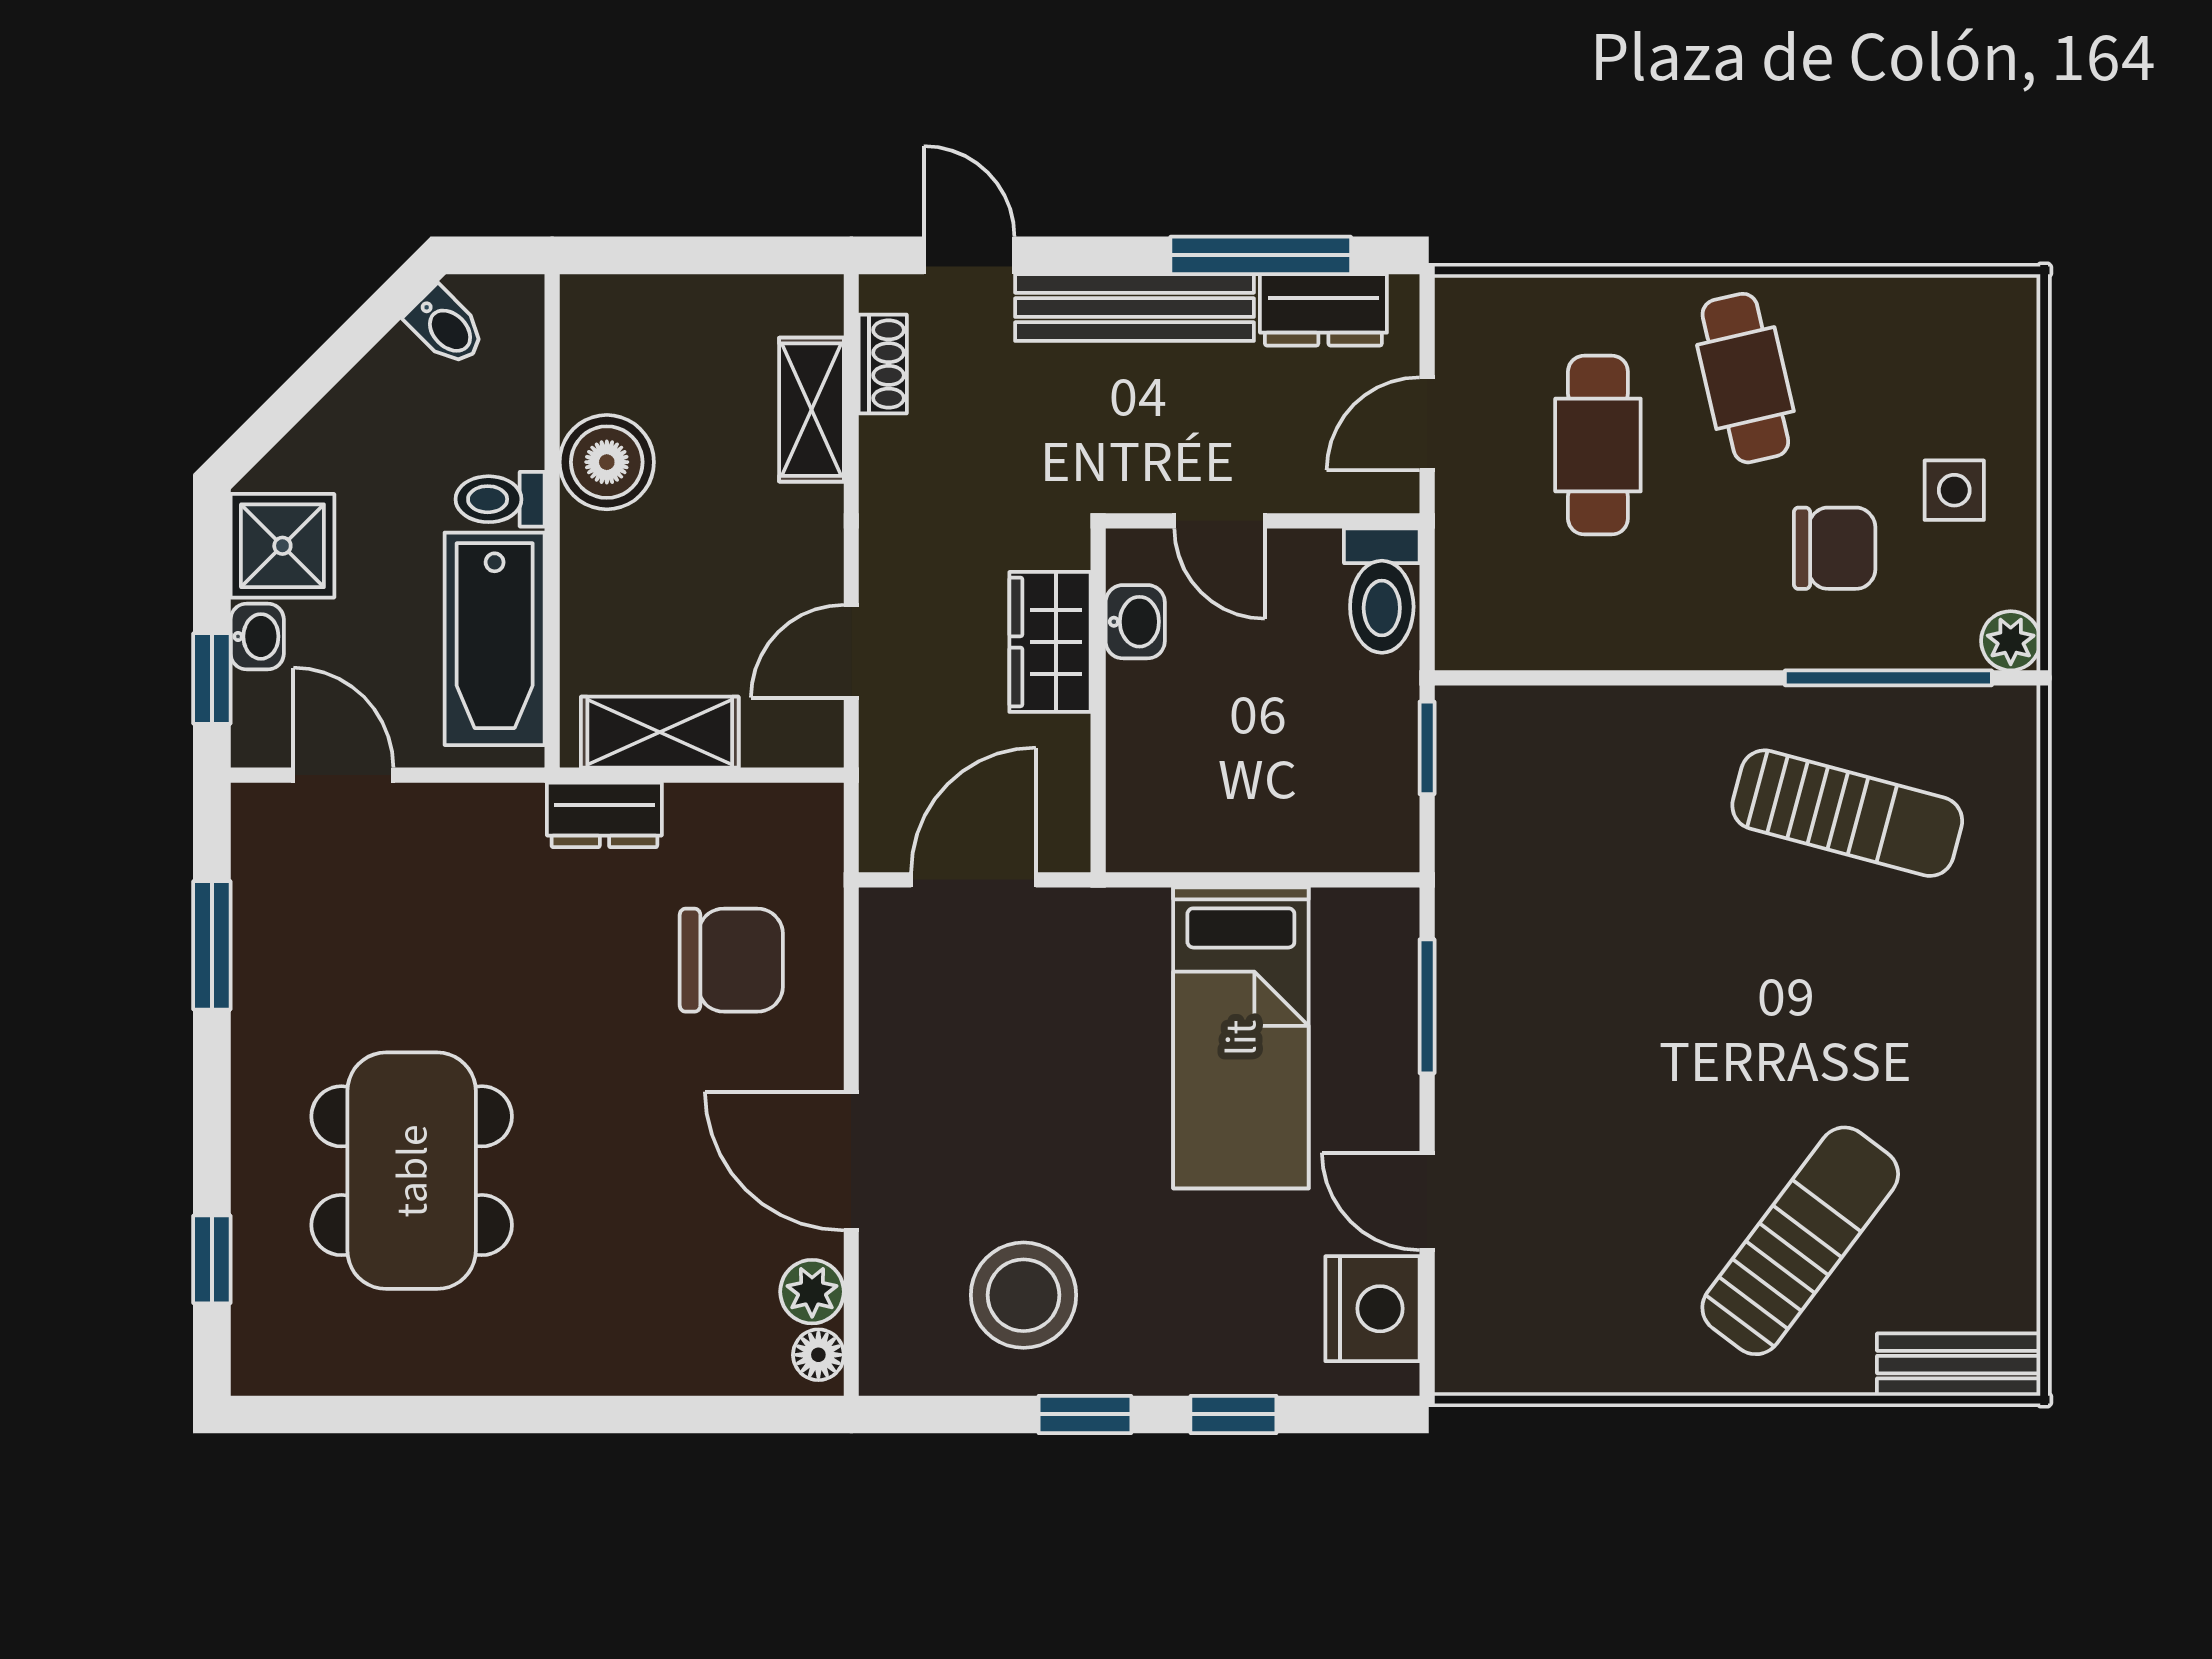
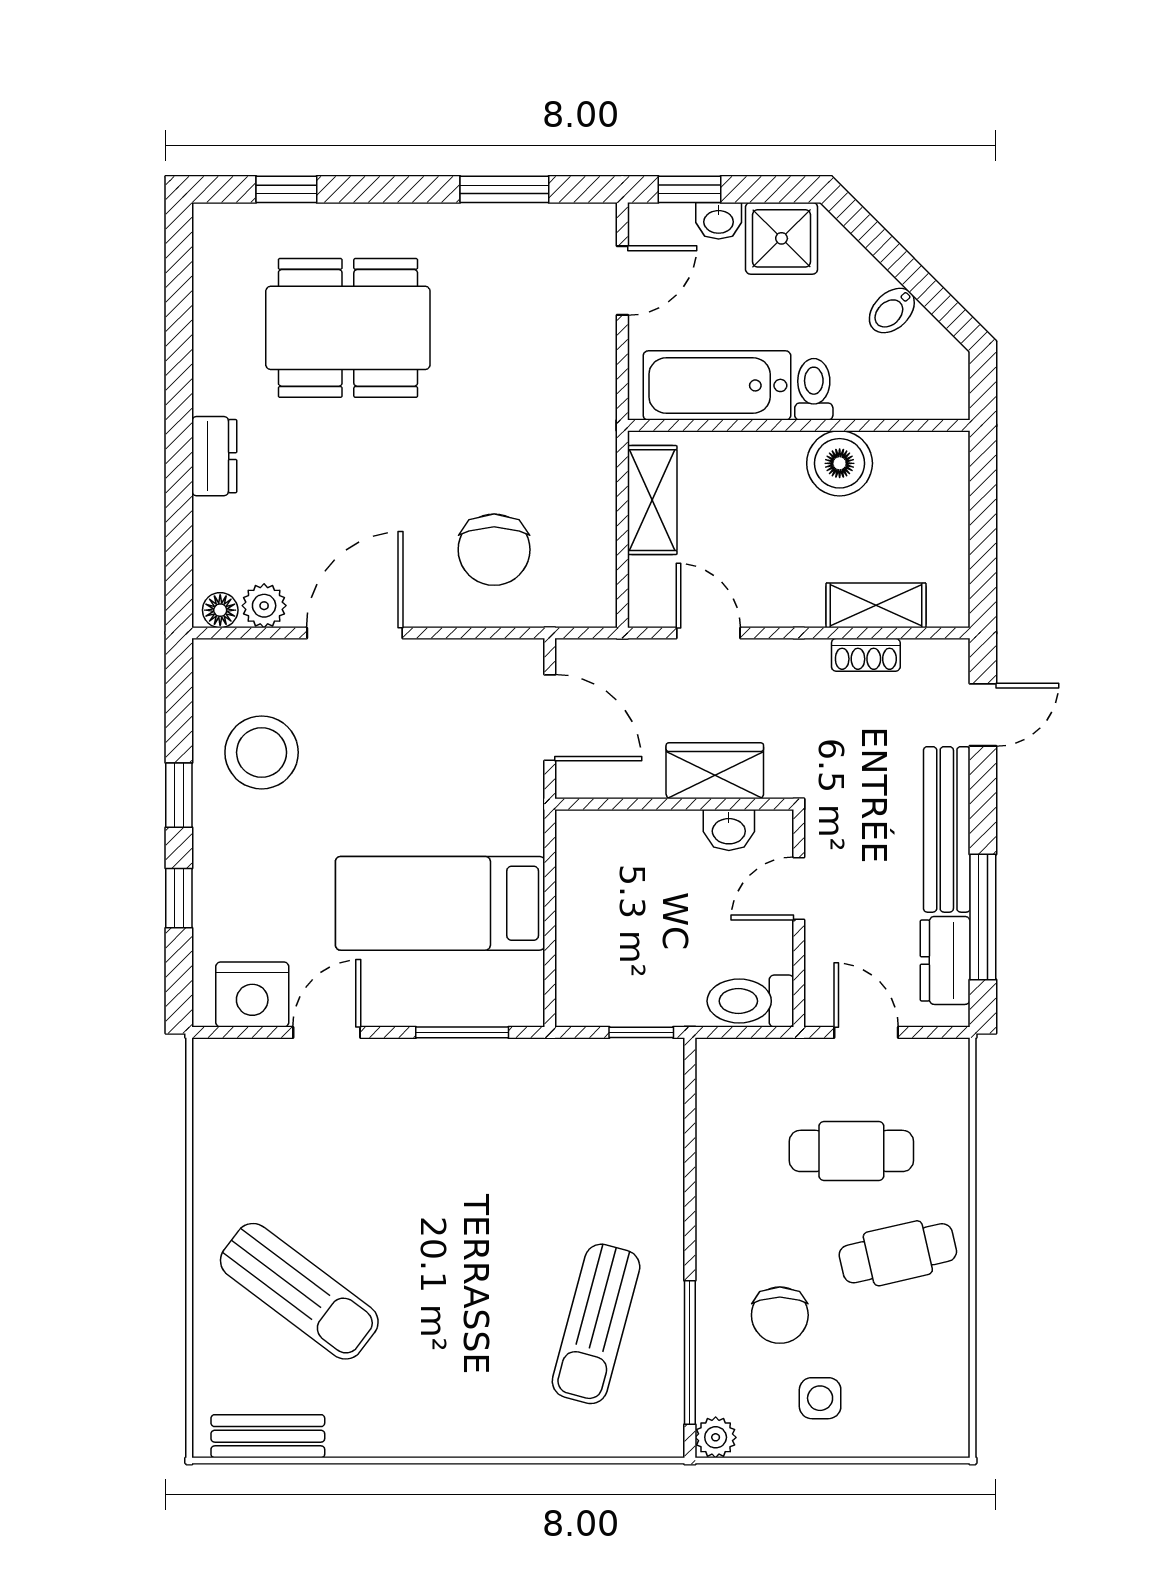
bidet: (446, 327) -> (892, 311), moved
shoe rack: (883, 364) -> (866, 655), moved
dresser: (604, 815) -> (214, 456), moved, turned 180
bench: (1959, 1365) -> (268, 1436), moved, turned 90

